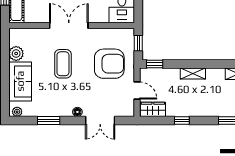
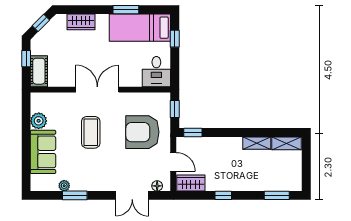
armchair: (109, 64) -> (142, 132), turned 180
shelving: (193, 73) -> (257, 143), moved
plant: (17, 112) -> (64, 186), moved
floor lamp: (77, 112) -> (157, 186), moved

